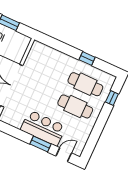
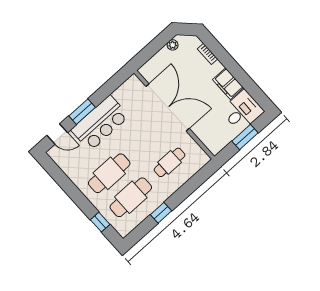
cafe table: (49, 68) -> (170, 162), added
door: (64, 155) -> (57, 134), hinge flipped

